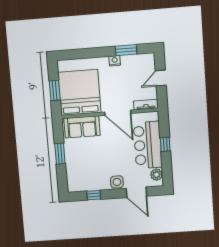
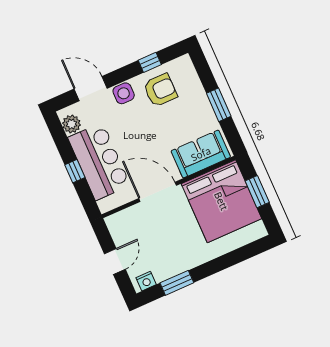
nightstand: (115, 61) -> (146, 281), moved
tv unit: (146, 105) -> (122, 217), removed
armchair: (93, 176) -> (160, 90), added

